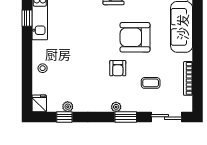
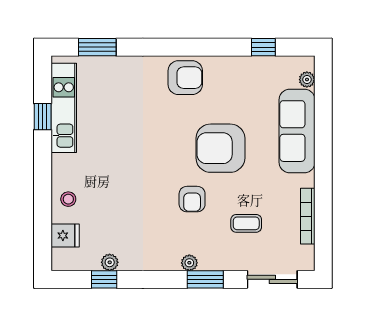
fridge: (39, 103) -> (65, 236), moved, turned 90

